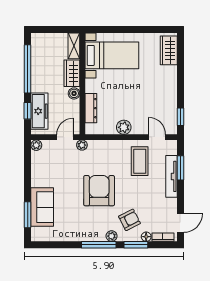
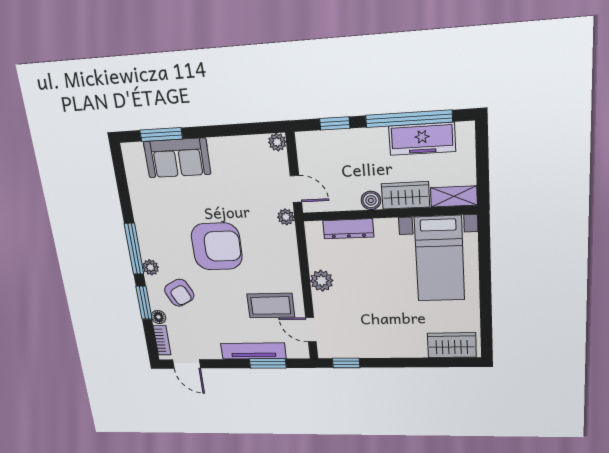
freezer: (39, 111) -> (422, 139), moved
door: (157, 137) -> (311, 330), swing flipped

